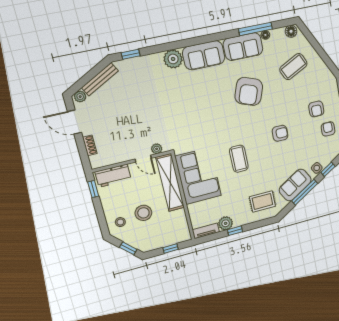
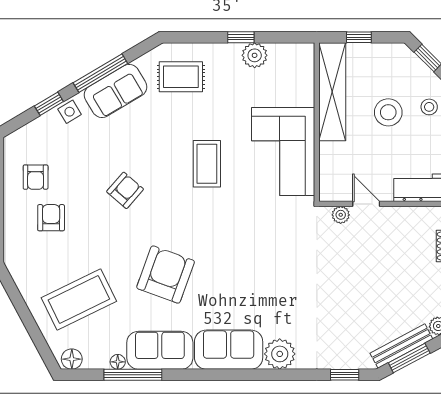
coffee table: (293, 67) -> (79, 299), width x1.36, depth x1.32
window: (93, 73) -> (409, 358), added
armchair: (280, 133) -> (125, 190), turned 131
shelving: (170, 182) -> (332, 92), moved
tv unit: (206, 231) -> (292, 51), removed

